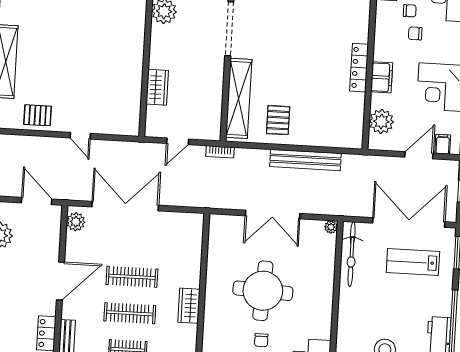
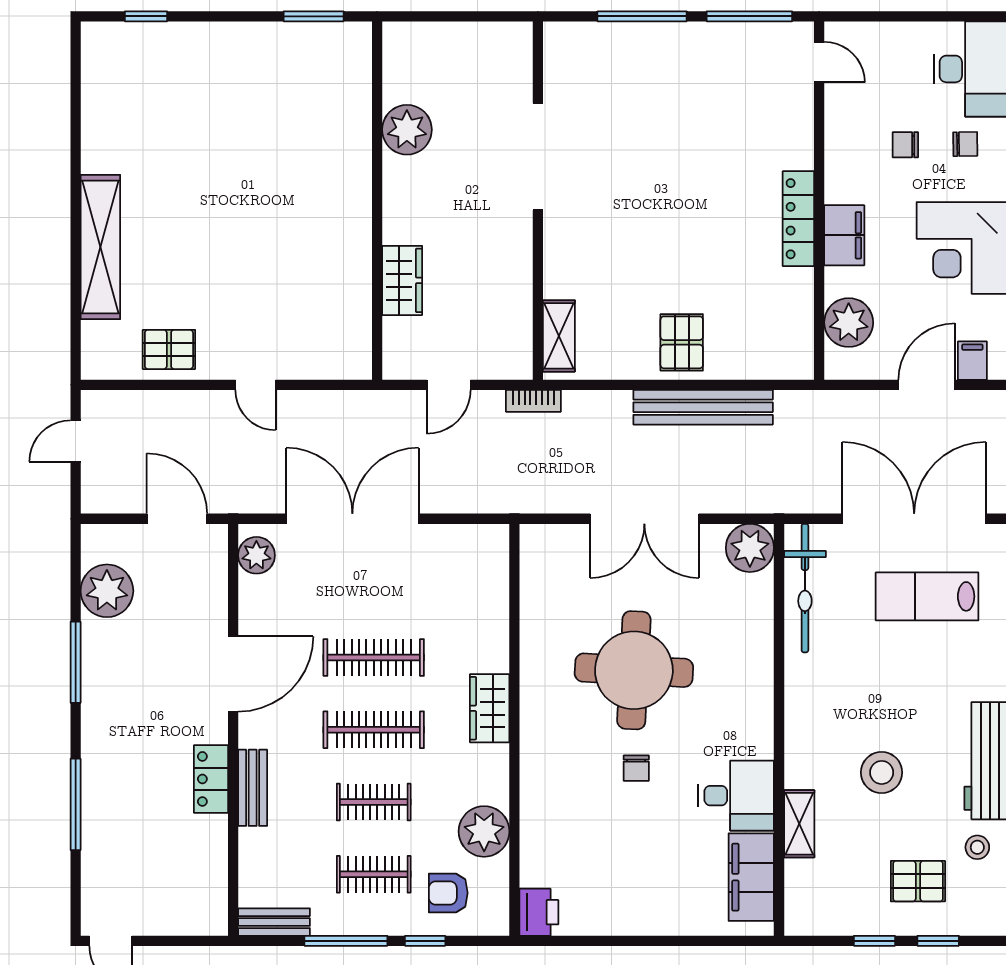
chair: (410, 11) -> (965, 144), moved
shelving: (239, 98) -> (559, 336), width x0.45, depth x0.75
pallet: (278, 120) -> (682, 342), moved
plant: (331, 227) -> (750, 548), width x1.87, depth x1.87

